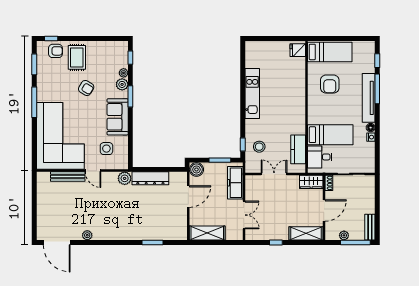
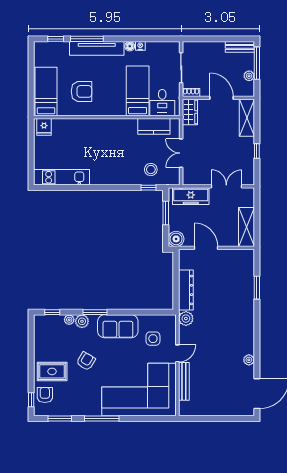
kitchen unit: (252, 93) -> (61, 177), moved

